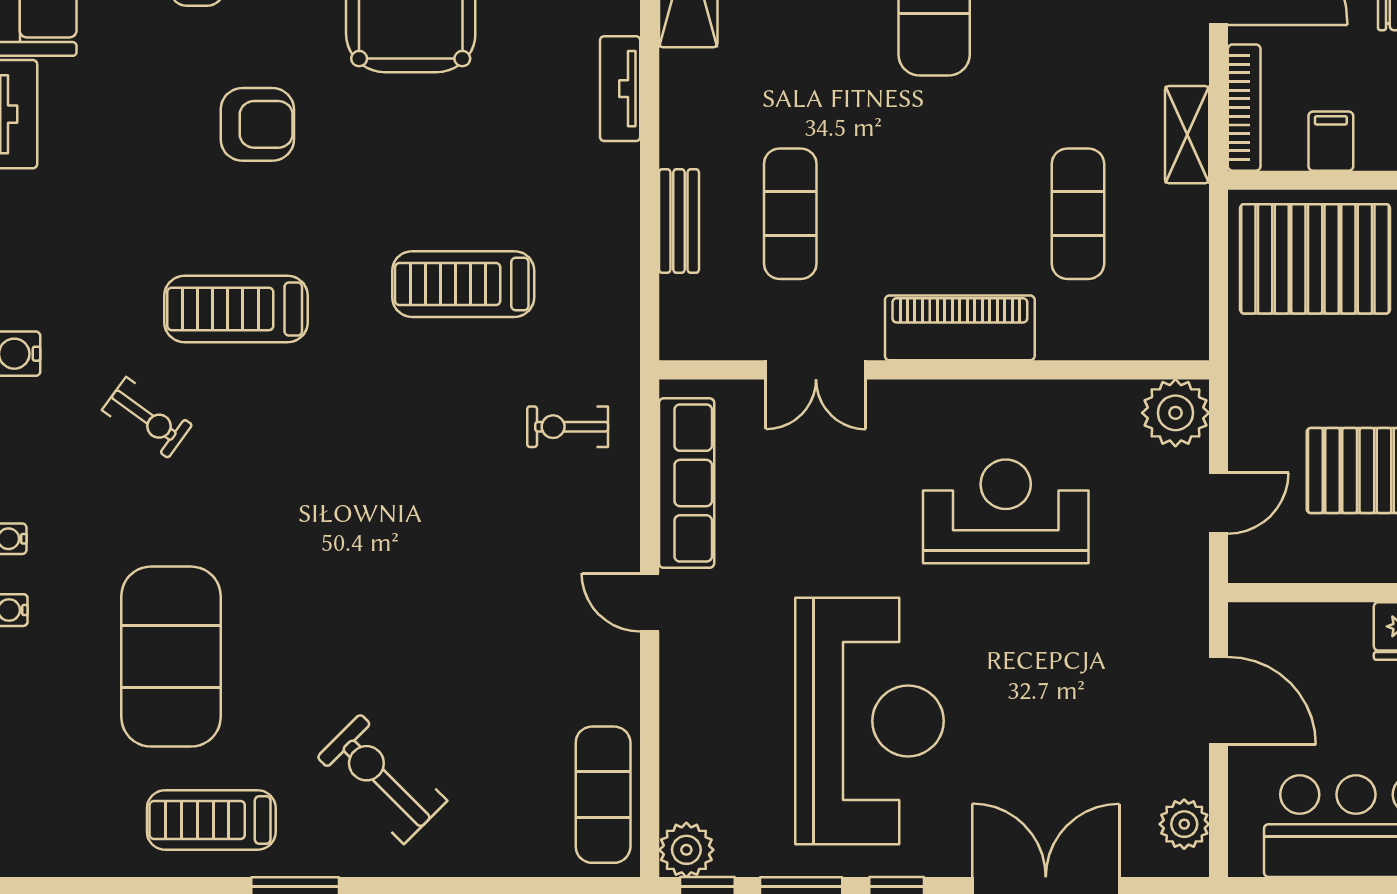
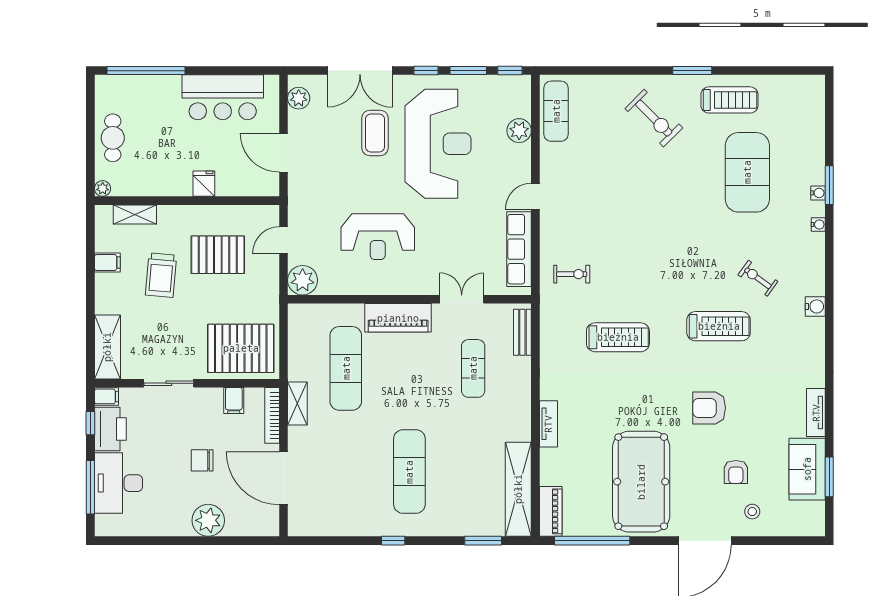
exercise mat: (1078, 214) -> (346, 368), width x1.36, depth x1.45
bench: (679, 221) -> (522, 332), moved
door: (650, 602) -> (535, 196), swing flipped
reception desk: (870, 721) -> (438, 144), turned 180
coffee table: (1012, 745) -> (375, 133), added
plant: (686, 850) -> (519, 131), moved

